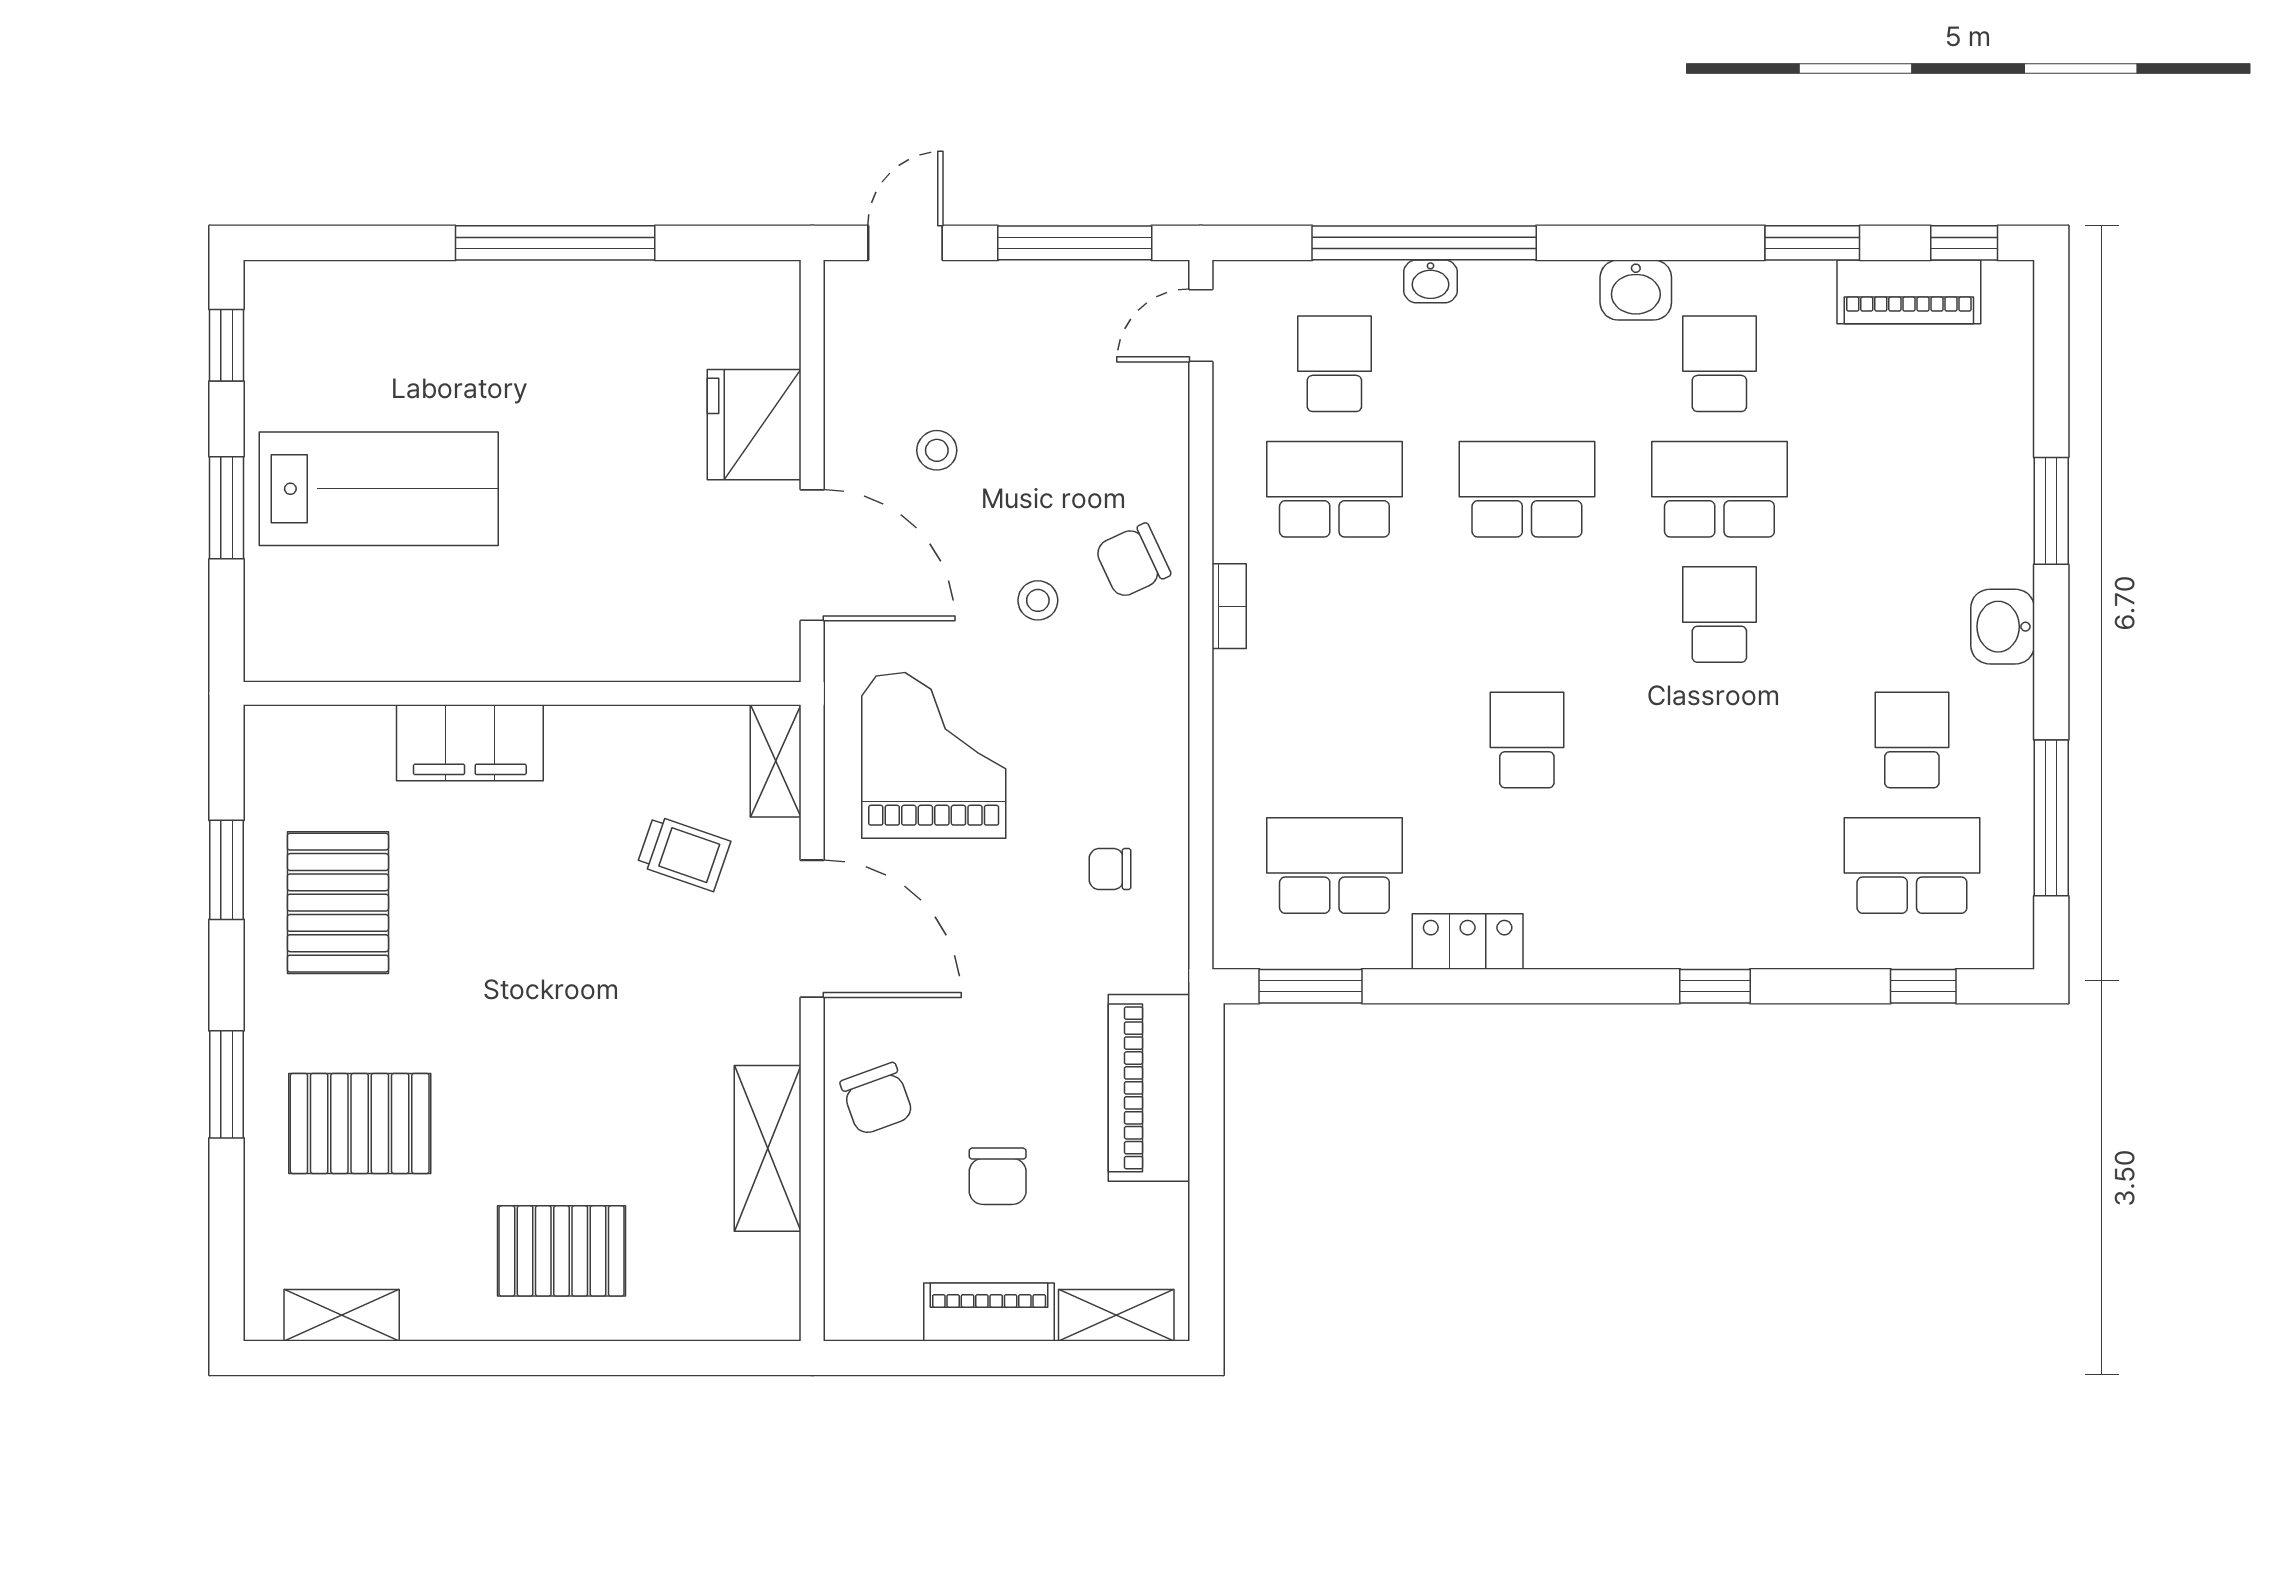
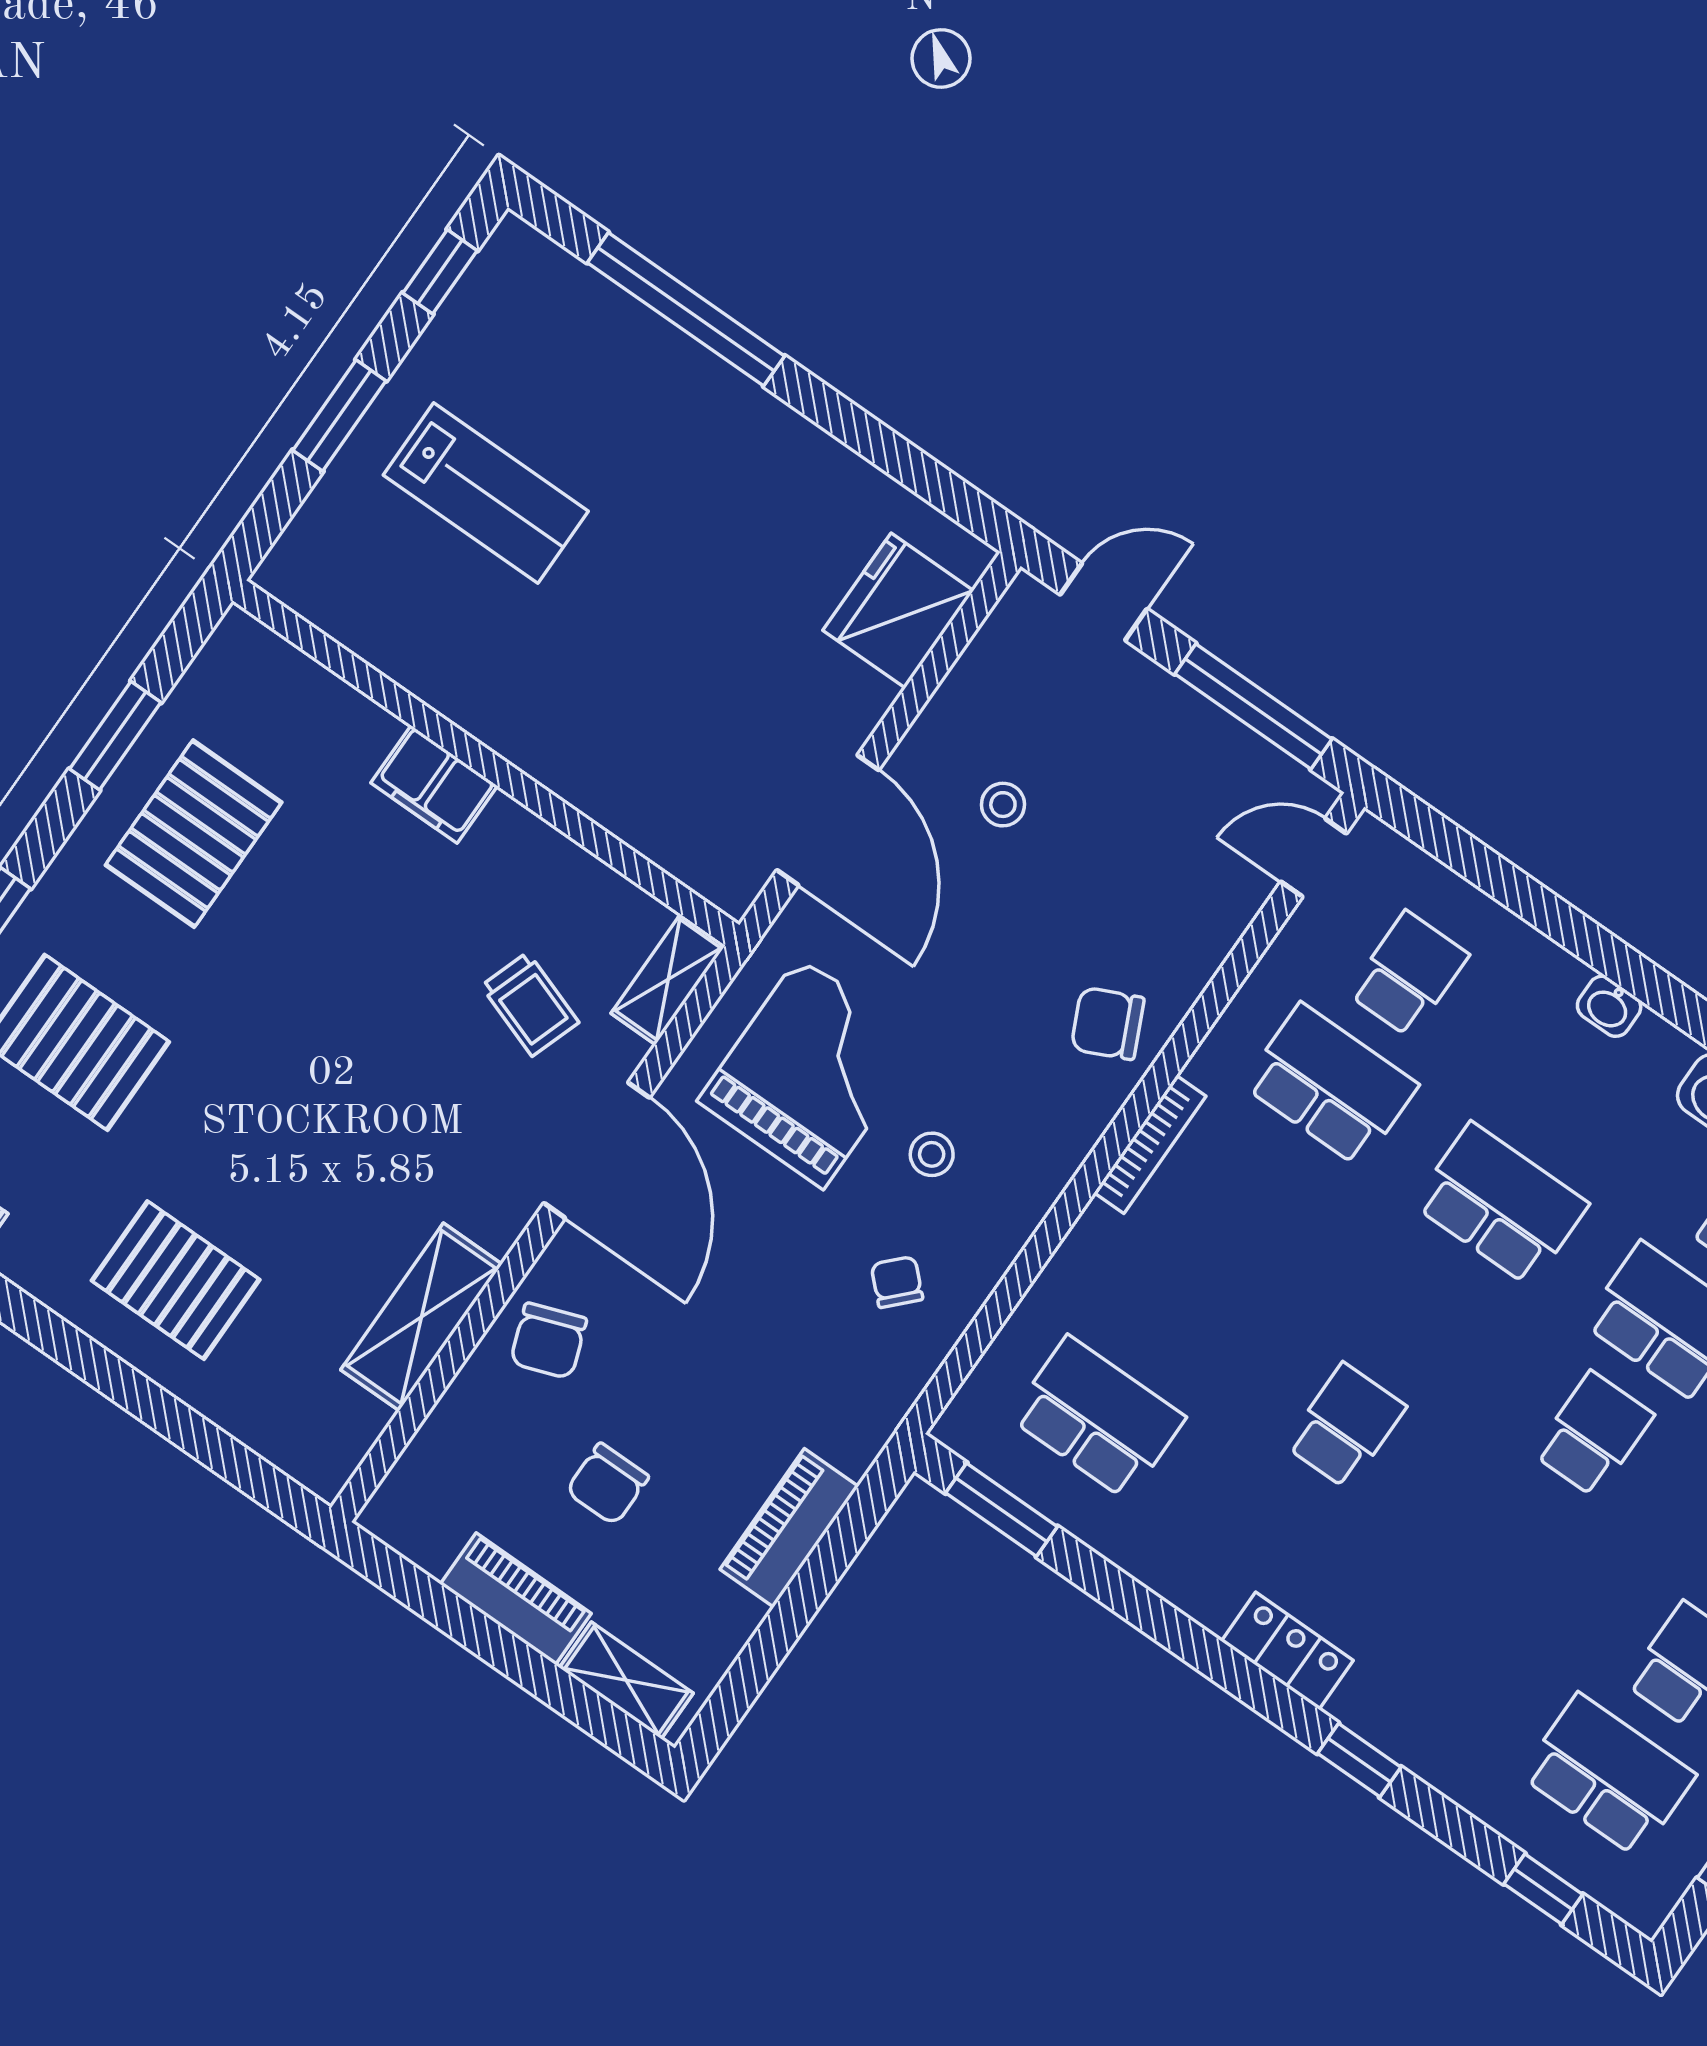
window: (555, 243) -> (686, 309), moved
window: (1424, 243) -> (1562, 923), removed
washbasin: (1430, 281) -> (1609, 1006), moved
fridge: (754, 425) -> (898, 610), moved
lab bench: (379, 489) -> (486, 493), width x0.73, depth x0.72
stool: (1038, 600) -> (932, 1154), moved
bookcase: (1229, 606) -> (1150, 1144), width x1.56
filing cabinet: (470, 743) -> (434, 784), width x0.67, depth x0.86
chair: (1110, 869) -> (897, 1282), turned 44
locker: (1468, 942) -> (1287, 1651), moved
piano: (1149, 1088) -> (789, 1528), width x0.73, depth x0.75

